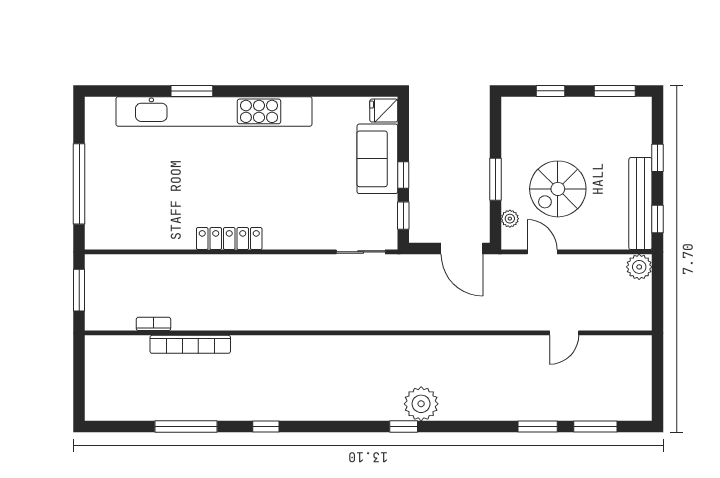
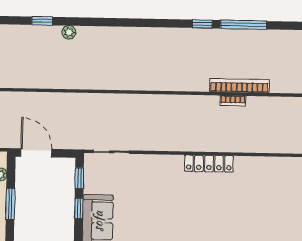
bookcase: (153, 324) -> (233, 101), moved
plant: (421, 404) -> (69, 32), width x0.53, depth x0.53
window: (266, 426) -> (202, 24), moved
window: (404, 426) -> (42, 21), moved

